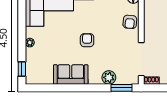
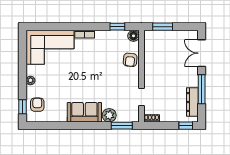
armchair: (87, 40) -> (37, 105), moved
doorway: (141, 59) -> (141, 97), width x0.53
sofa: (71, 74) -> (84, 112), moved

